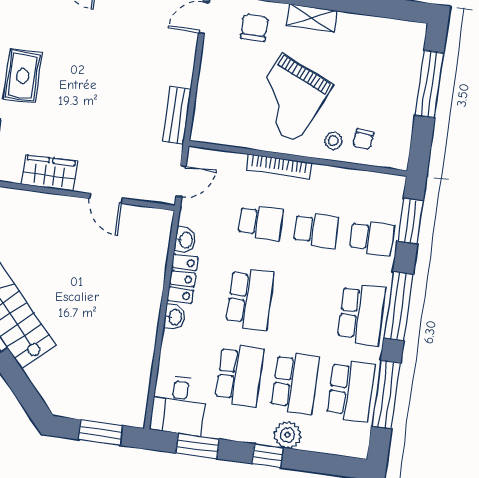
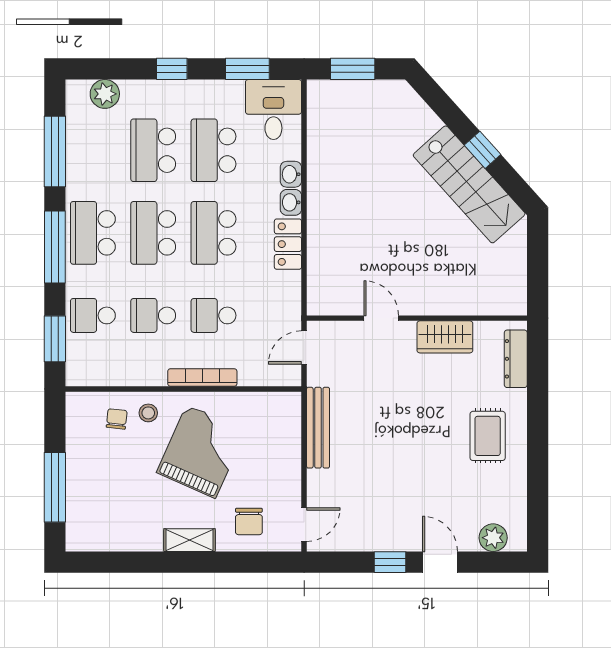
bench: (177, 115) -> (318, 428), width x1.36
washbasin: (185, 240) -> (291, 174), moved
school desk: (351, 391) -> (153, 233), moved
plant: (287, 435) -> (105, 94), moved

